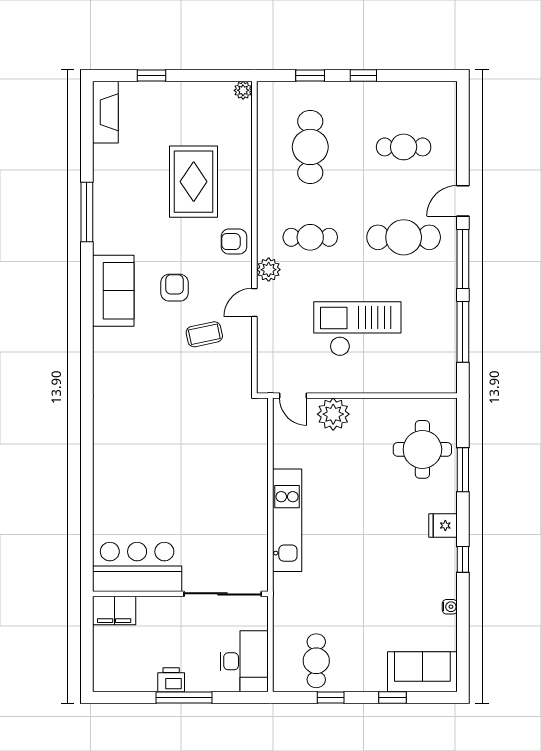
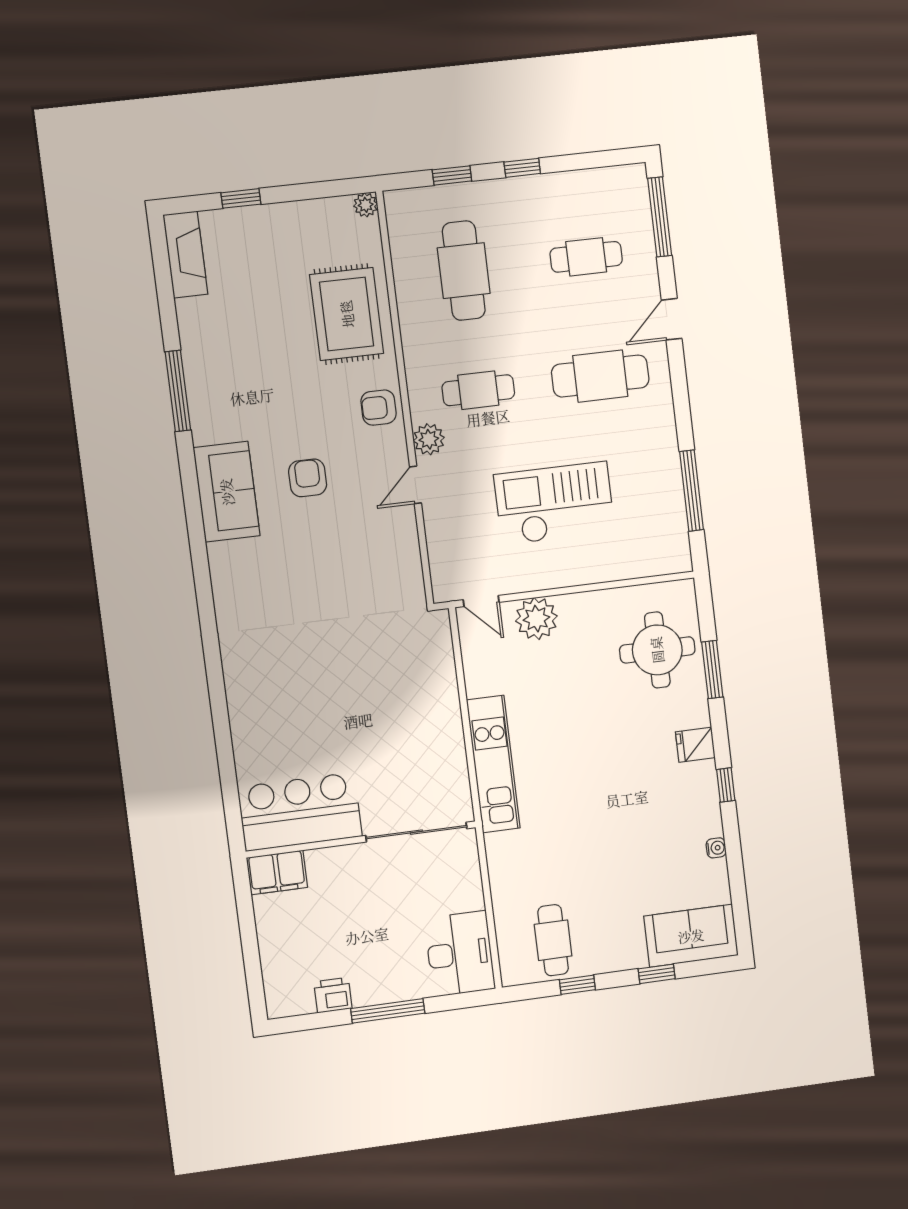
rug: (194, 182) -> (347, 314), moved
window: (463, 259) -> (660, 217), moved
coffee table: (204, 334) -> (355, 535), removed
bar counter: (137, 567) -> (300, 812), moved
wall: (180, 594) -> (361, 839), moved
sliding door: (223, 594) -> (416, 832), moved
filing cabinet: (114, 610) -> (277, 872), moved
printer: (171, 680) -> (333, 995), moved

